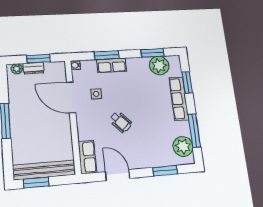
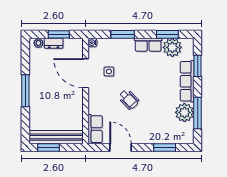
row of seats: (111, 65) -> (148, 45), moved
plant: (183, 146) -> (184, 112), moved

